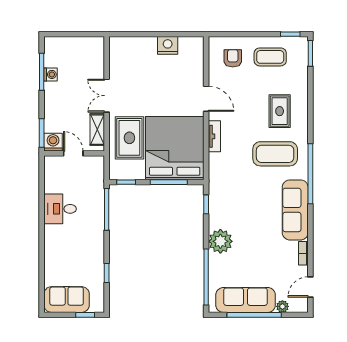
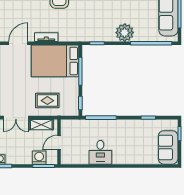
rug: (129, 138) -> (47, 101), width x0.73, depth x0.70
washing machine: (53, 142) -> (39, 158), moved, turned 90
bed: (175, 148) -> (55, 61), width x0.73

